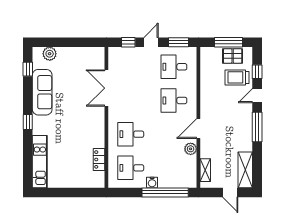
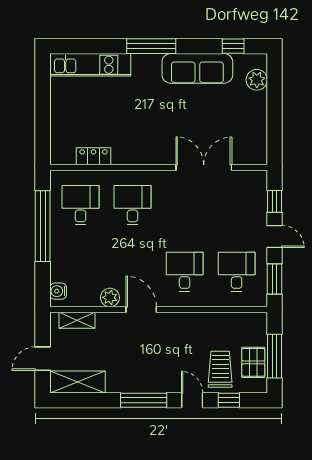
window: (28, 122) -> (151, 46), width x2.17
water cooler: (152, 182) -> (58, 291), moved
window: (165, 192) -> (43, 226), moved

